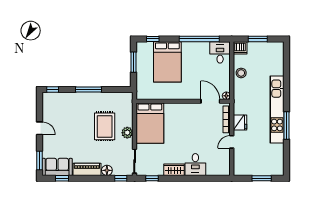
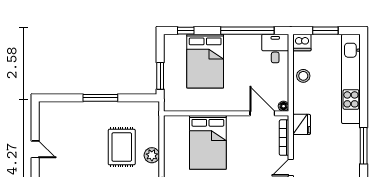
window: (134, 62) -> (160, 76), moved
window: (53, 90) -> (53, 98), removed
kitchen unit: (277, 109) -> (351, 79), moved
bed: (150, 123) -> (208, 142), moved
fridge: (240, 123) -> (302, 124), moved

